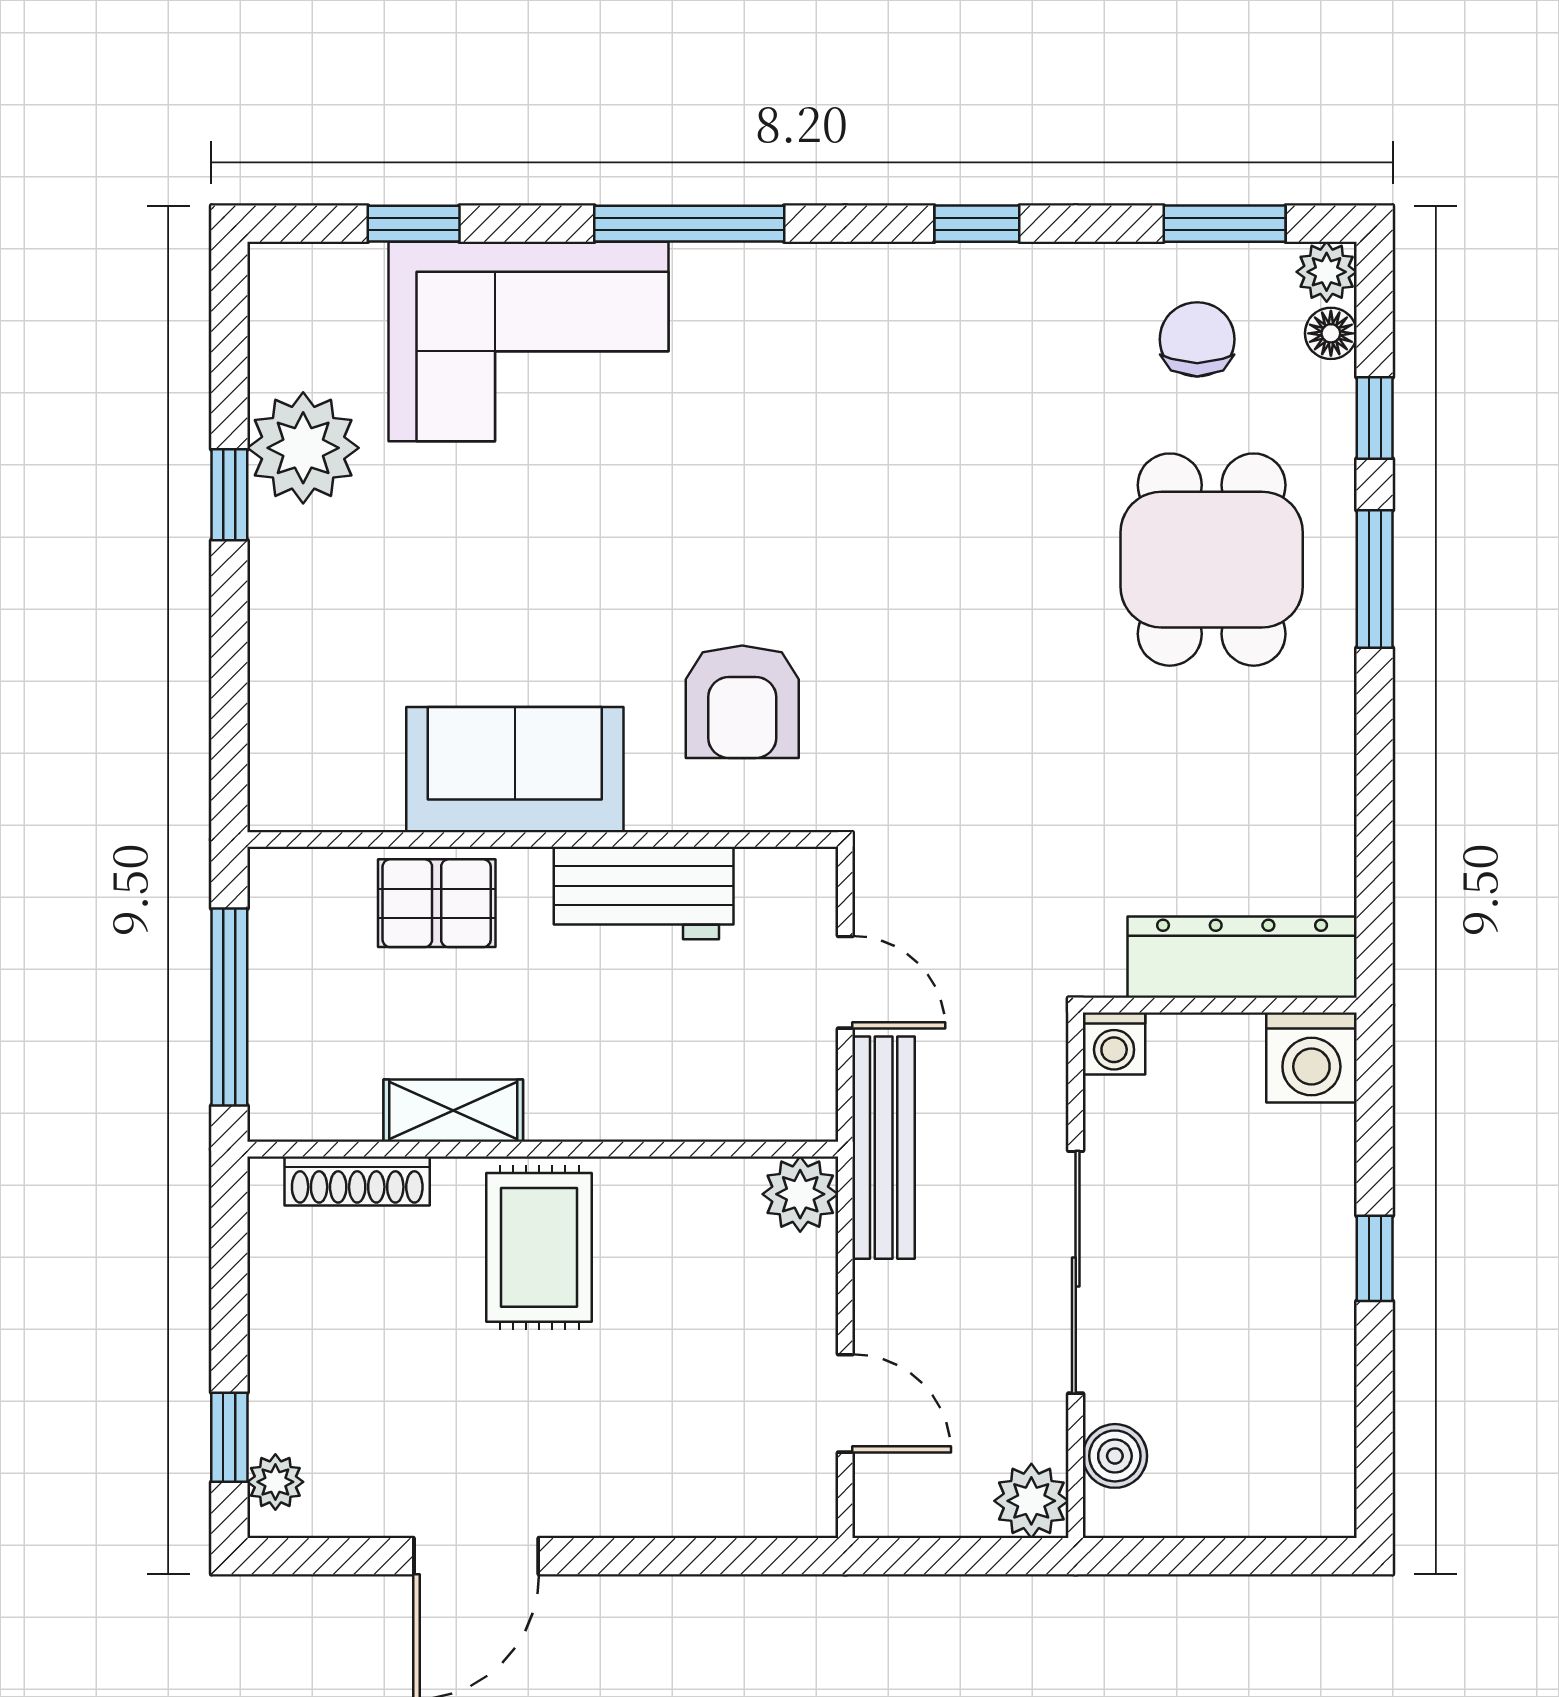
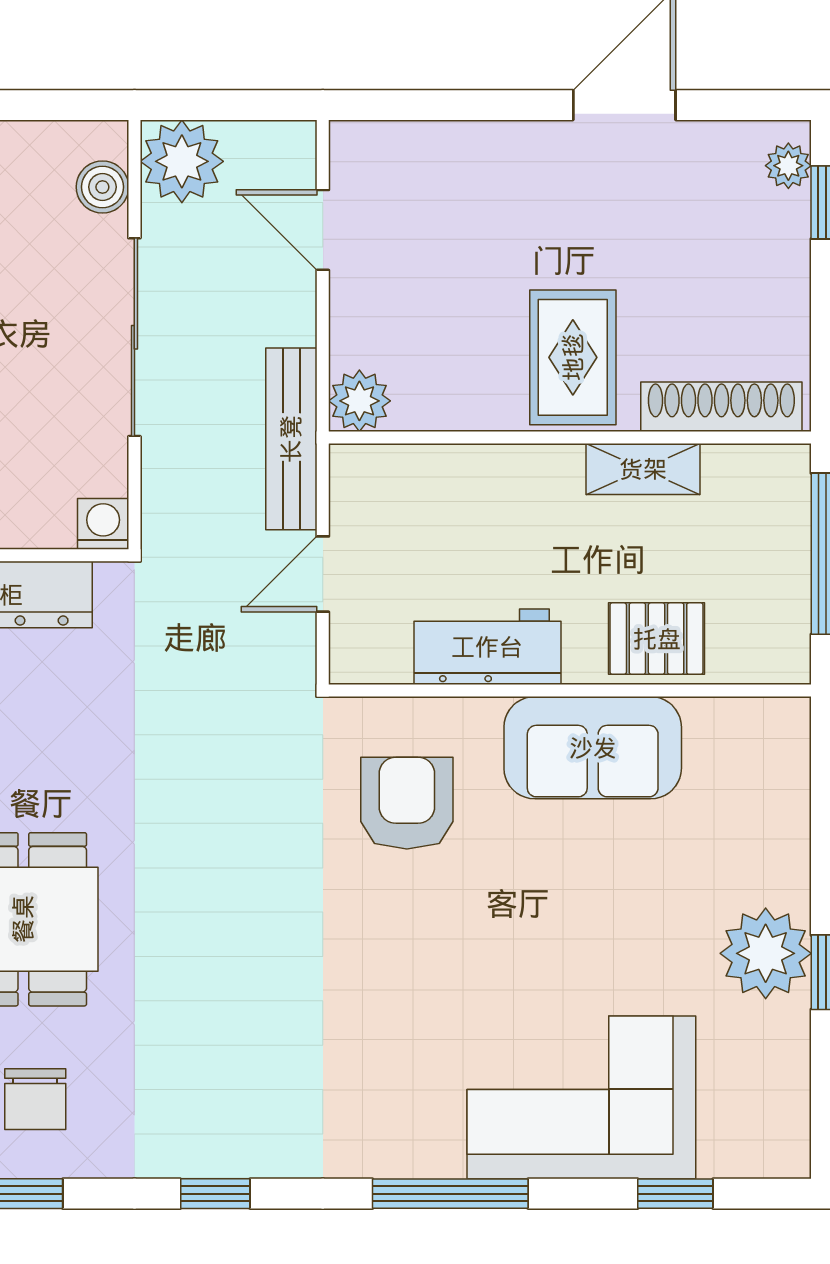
plant: (303, 448) -> (766, 953), moved
door: (845, 982) -> (323, 574), hinge flipped
shoe rack: (357, 1181) -> (721, 407), width x1.36, depth x1.24
plant: (1031, 1501) -> (182, 161), width x1.36, depth x1.36

